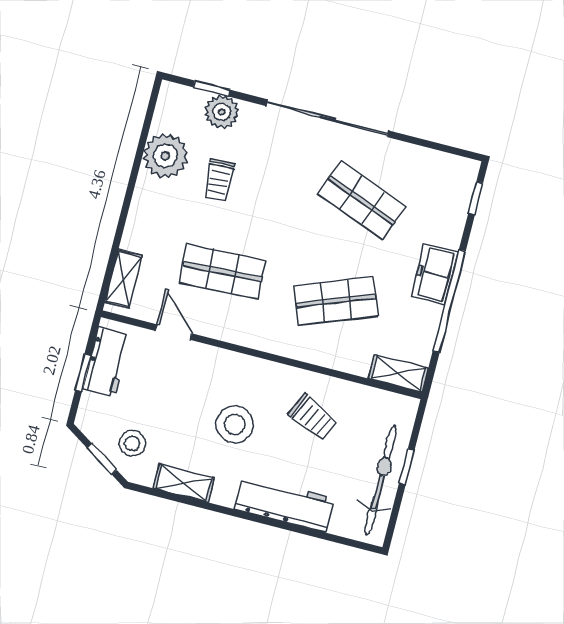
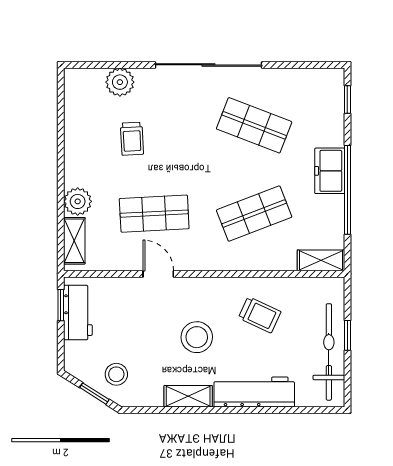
window: (212, 89) -> (107, 65), removed
plant: (165, 156) -> (78, 201), moved, width x0.73, depth x0.73
door: (174, 332) -> (158, 274), moved
window: (83, 373) -> (61, 305), moved
shelving: (184, 483) -> (188, 396), moved

